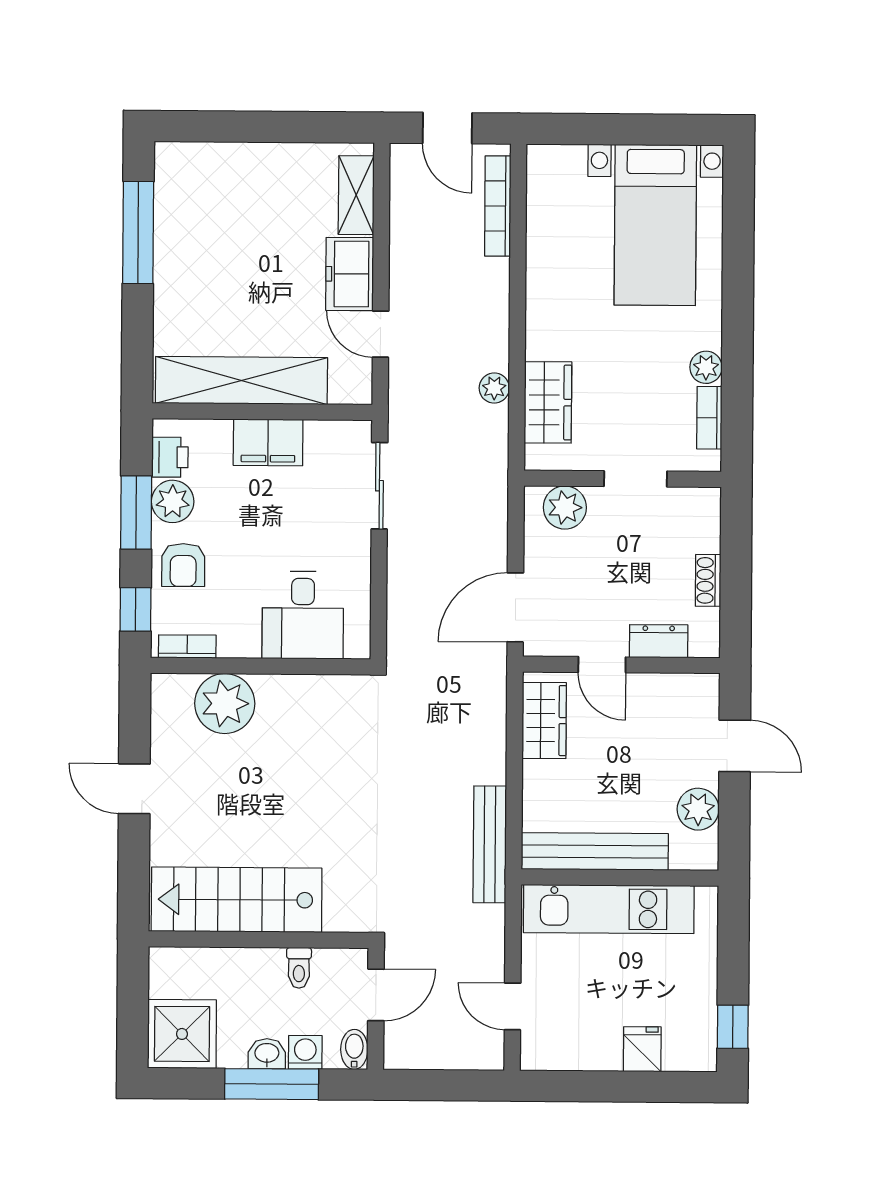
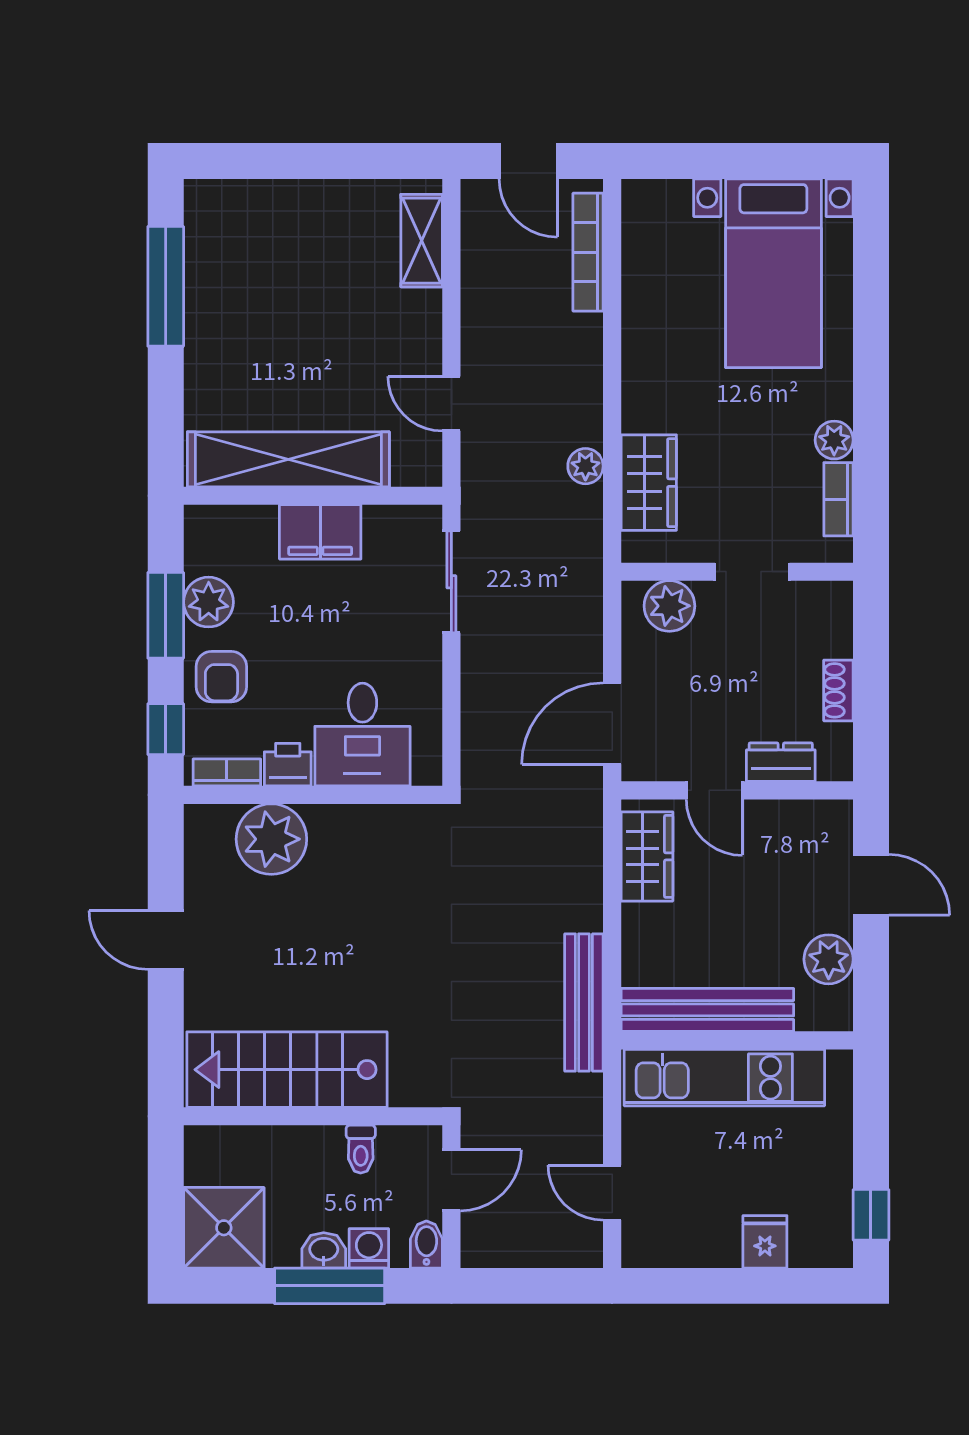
freezer: (350, 274) -> (415, 333), removed
printer: (170, 457) -> (288, 765), moved, turned -90

